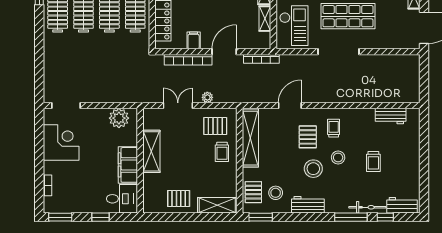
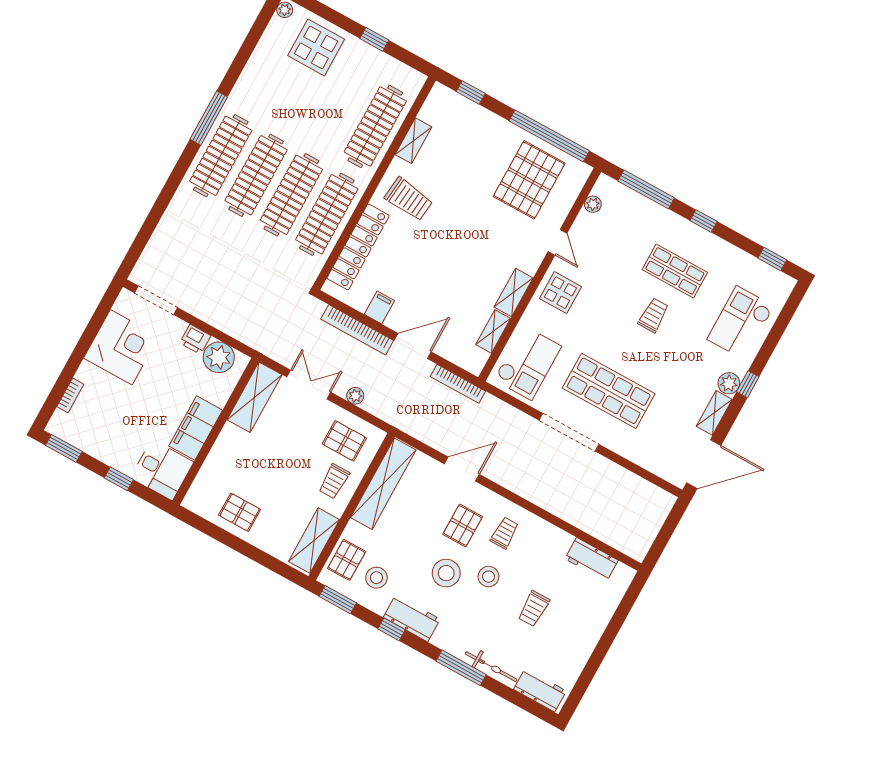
printer: (100, 115) -> (195, 339), added
shelving: (151, 151) -> (254, 397), moved
shelving: (217, 205) -> (314, 541), moved, turned 90
window: (385, 217) -> (392, 629), moved

